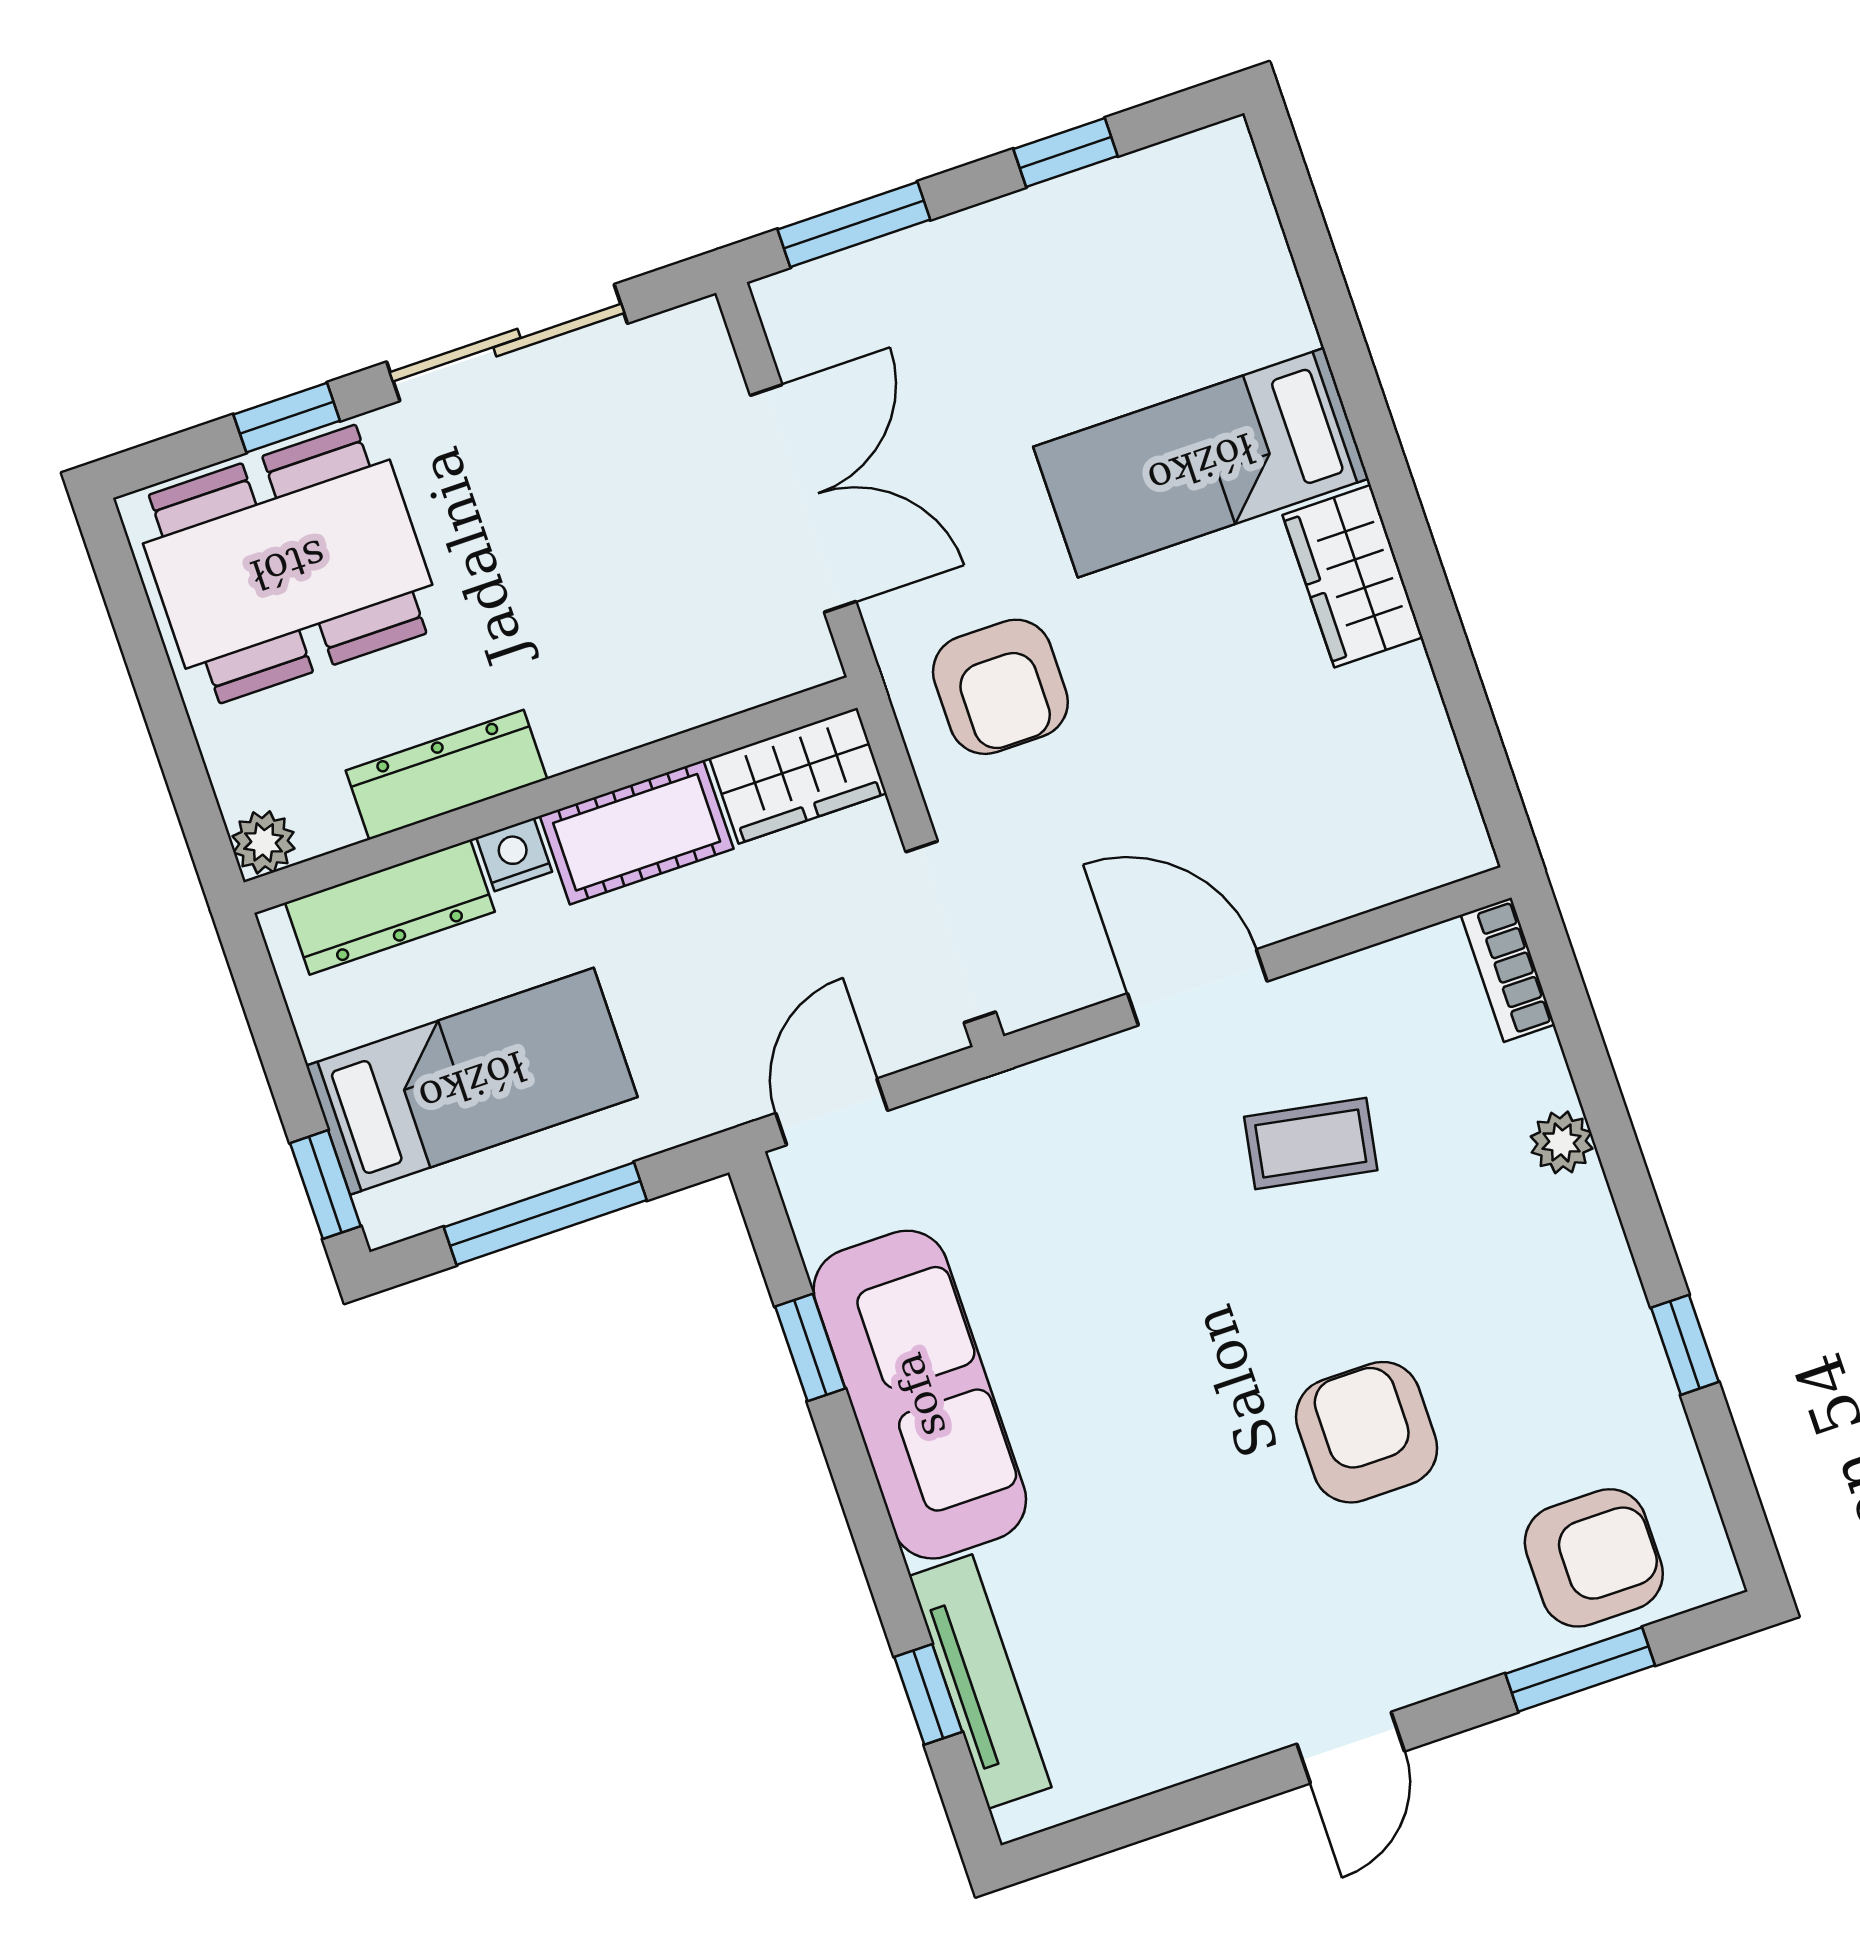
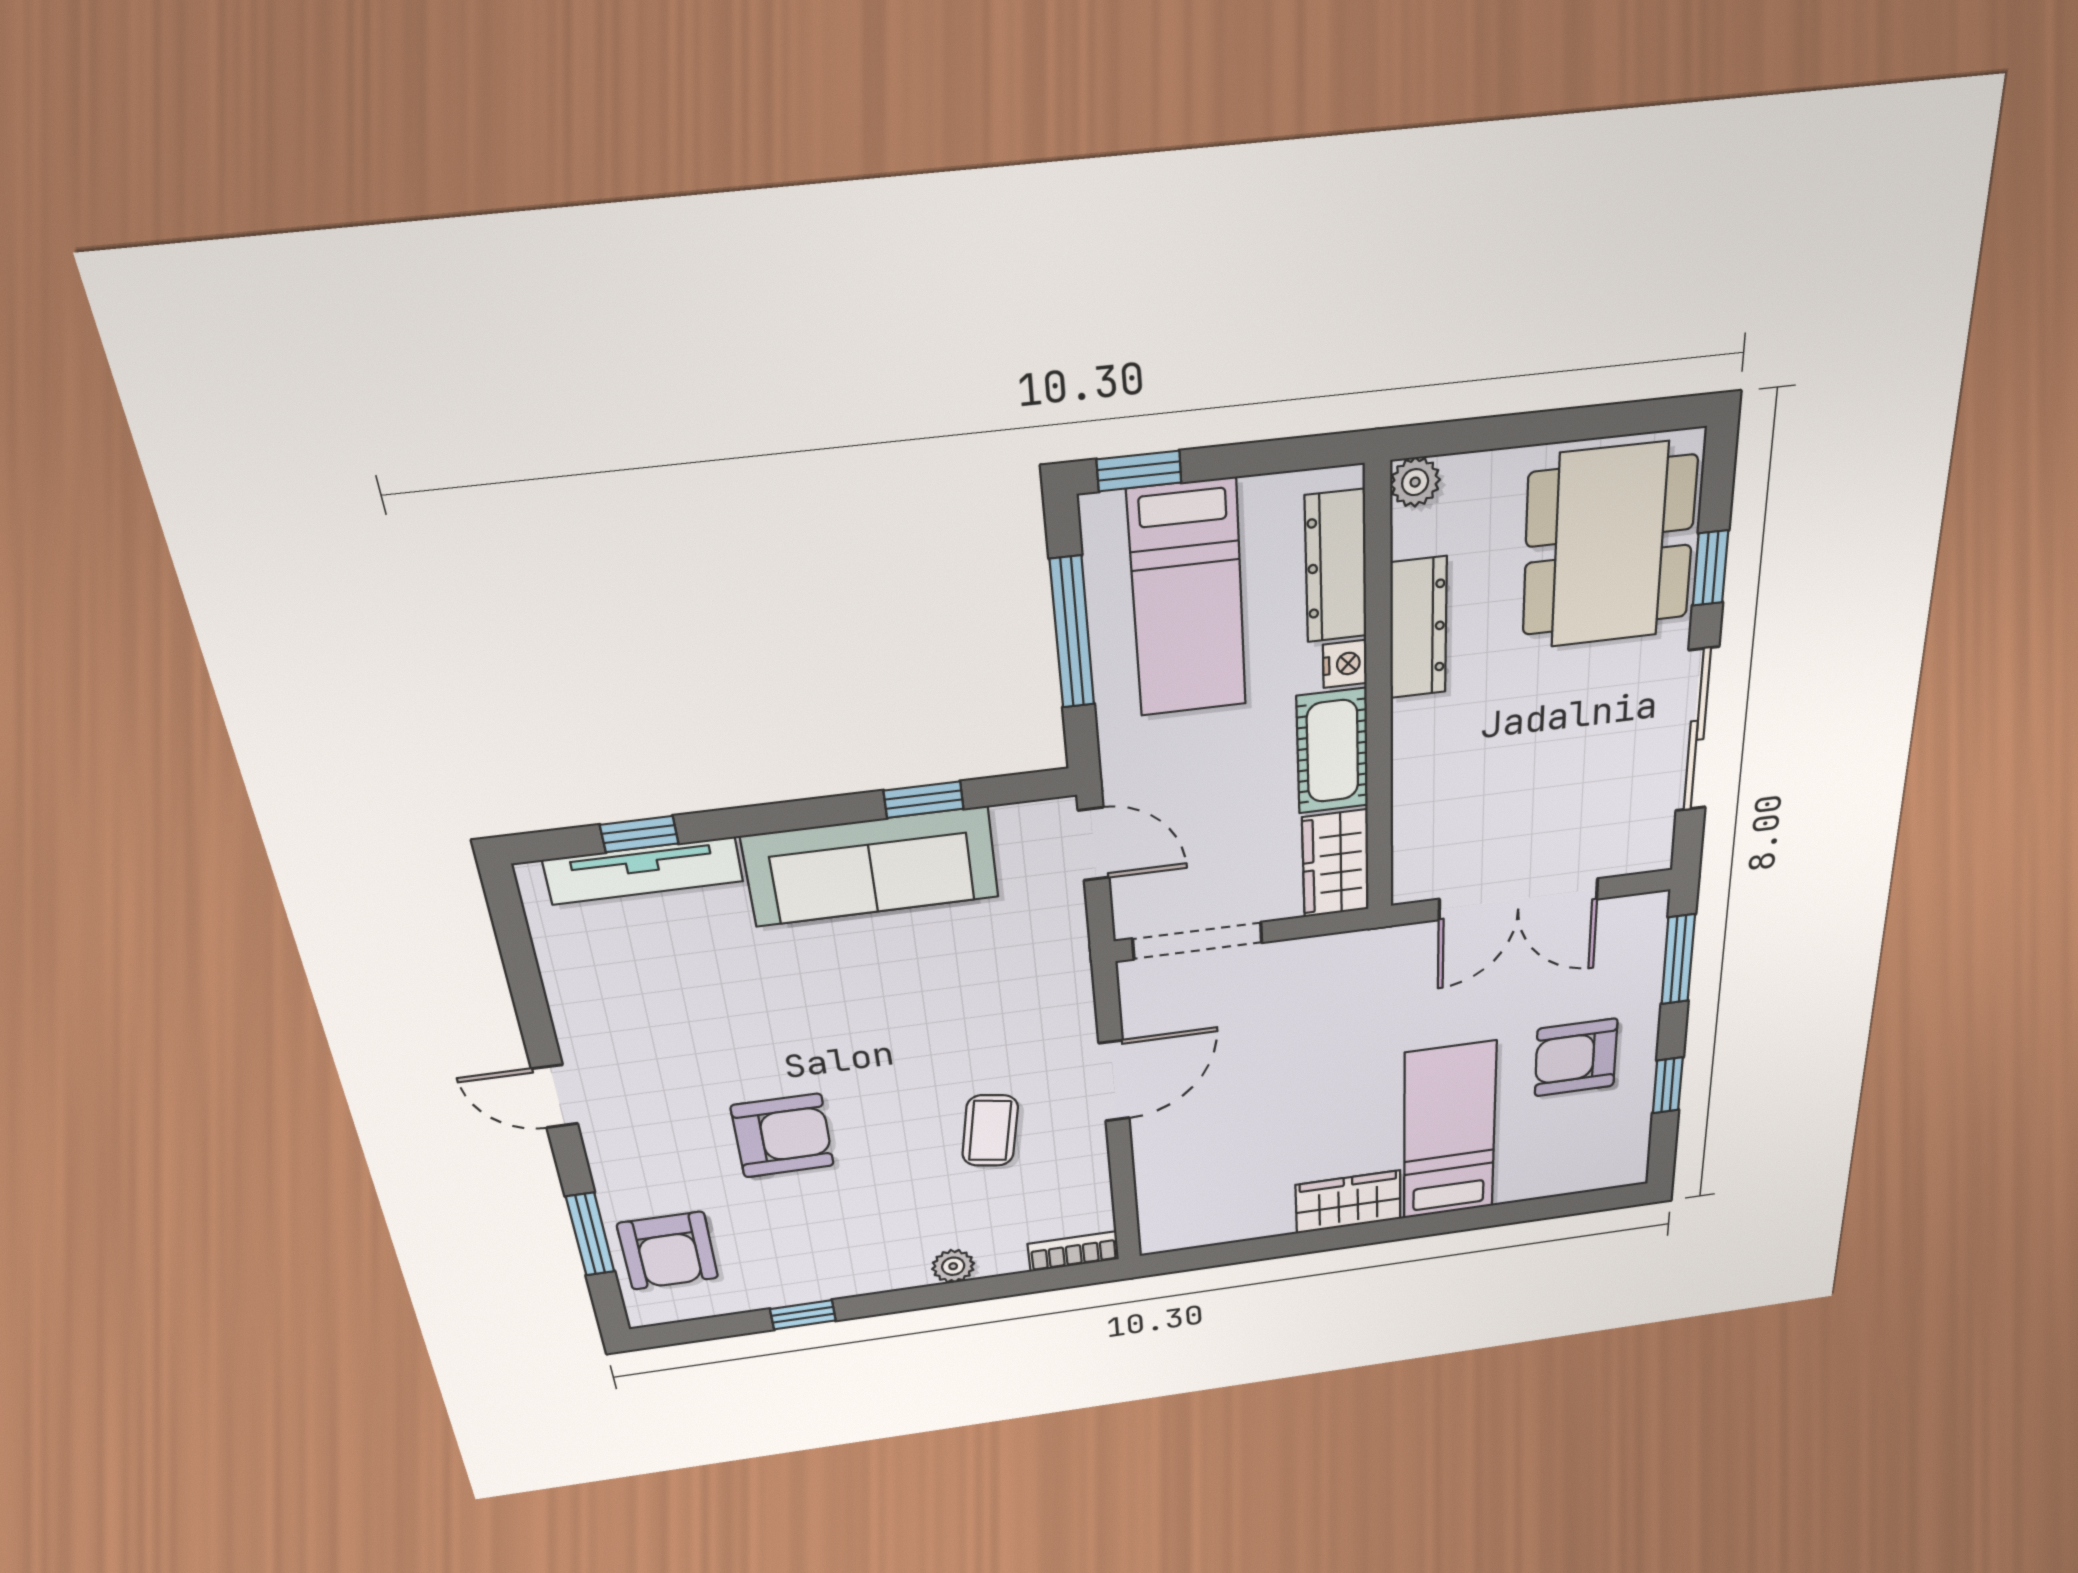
armchair: (1000, 687) -> (1576, 1058), moved

